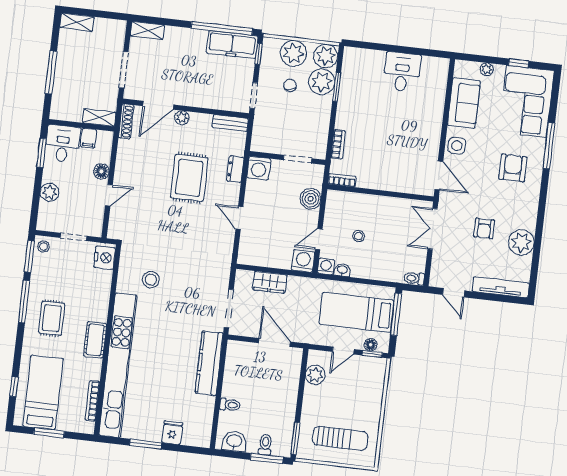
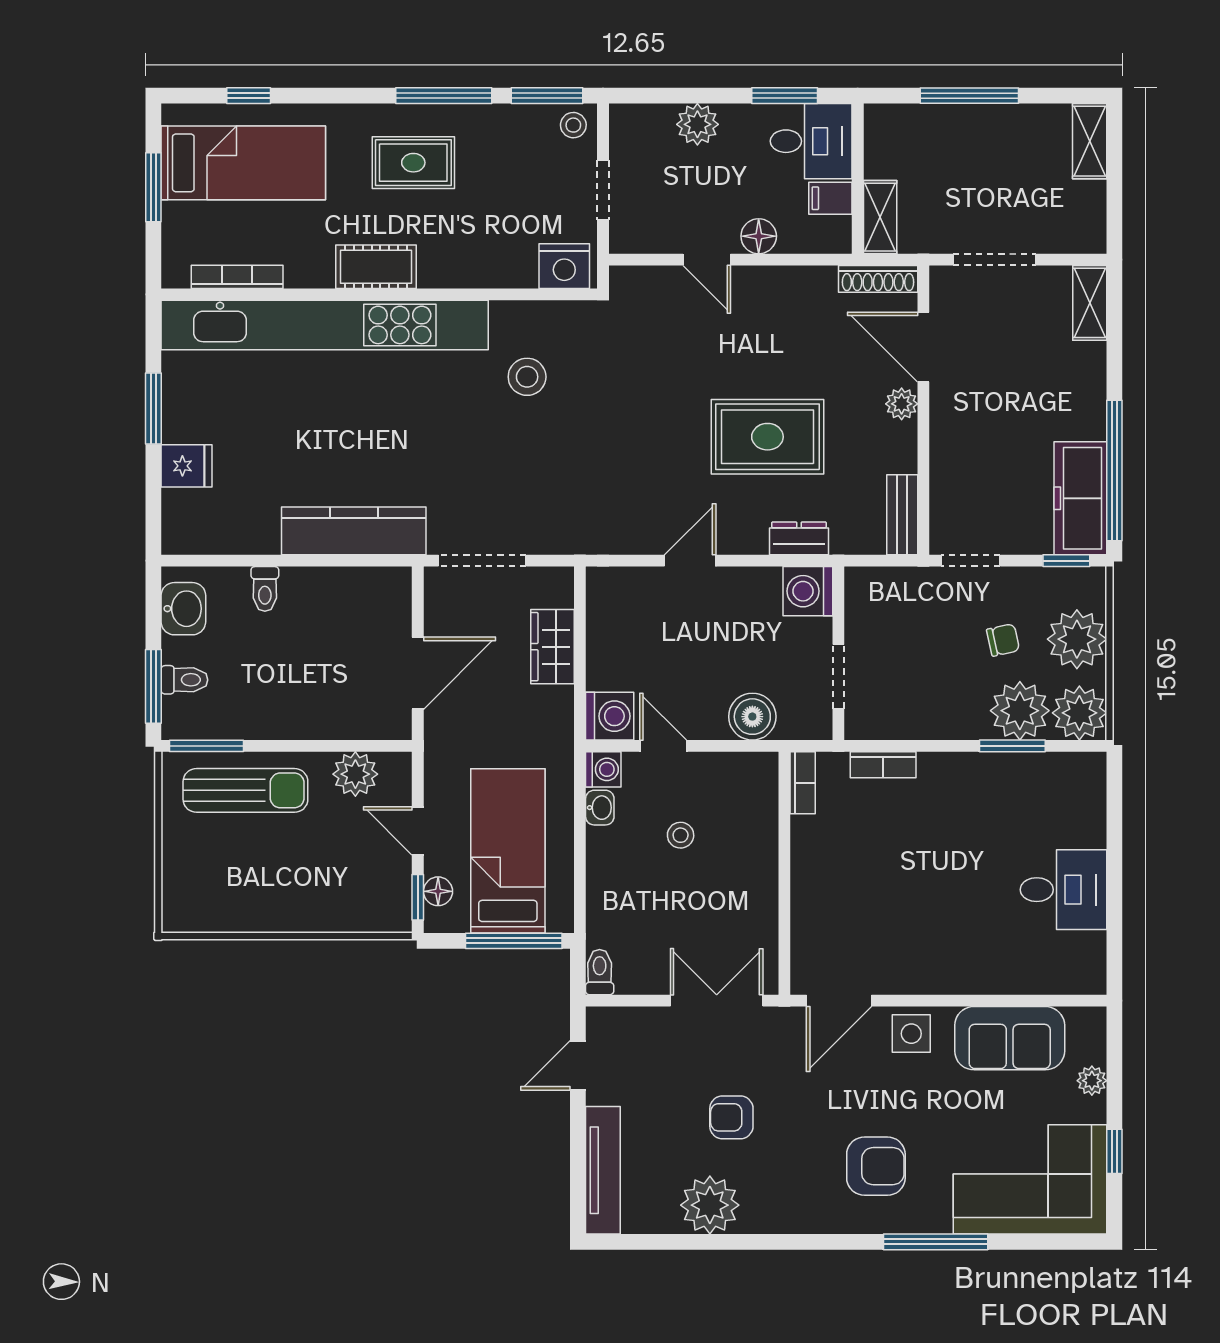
sun lounger: (340, 438) -> (245, 790), moved, turned -90

